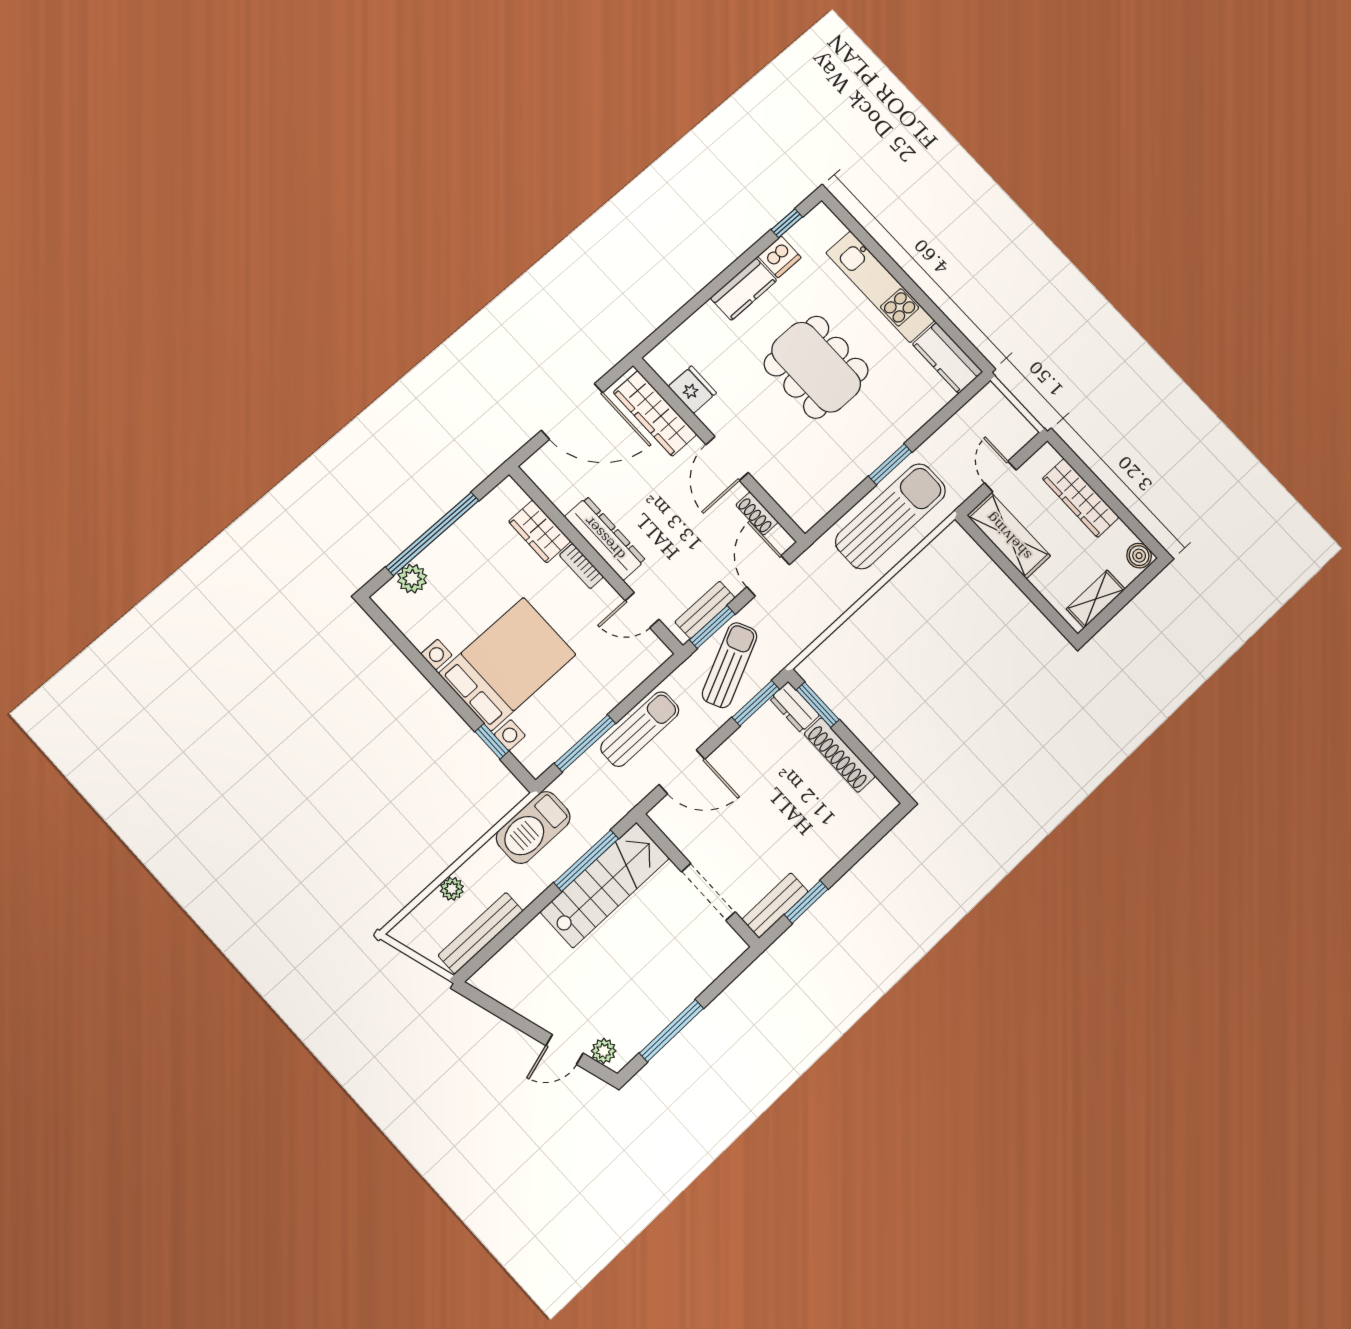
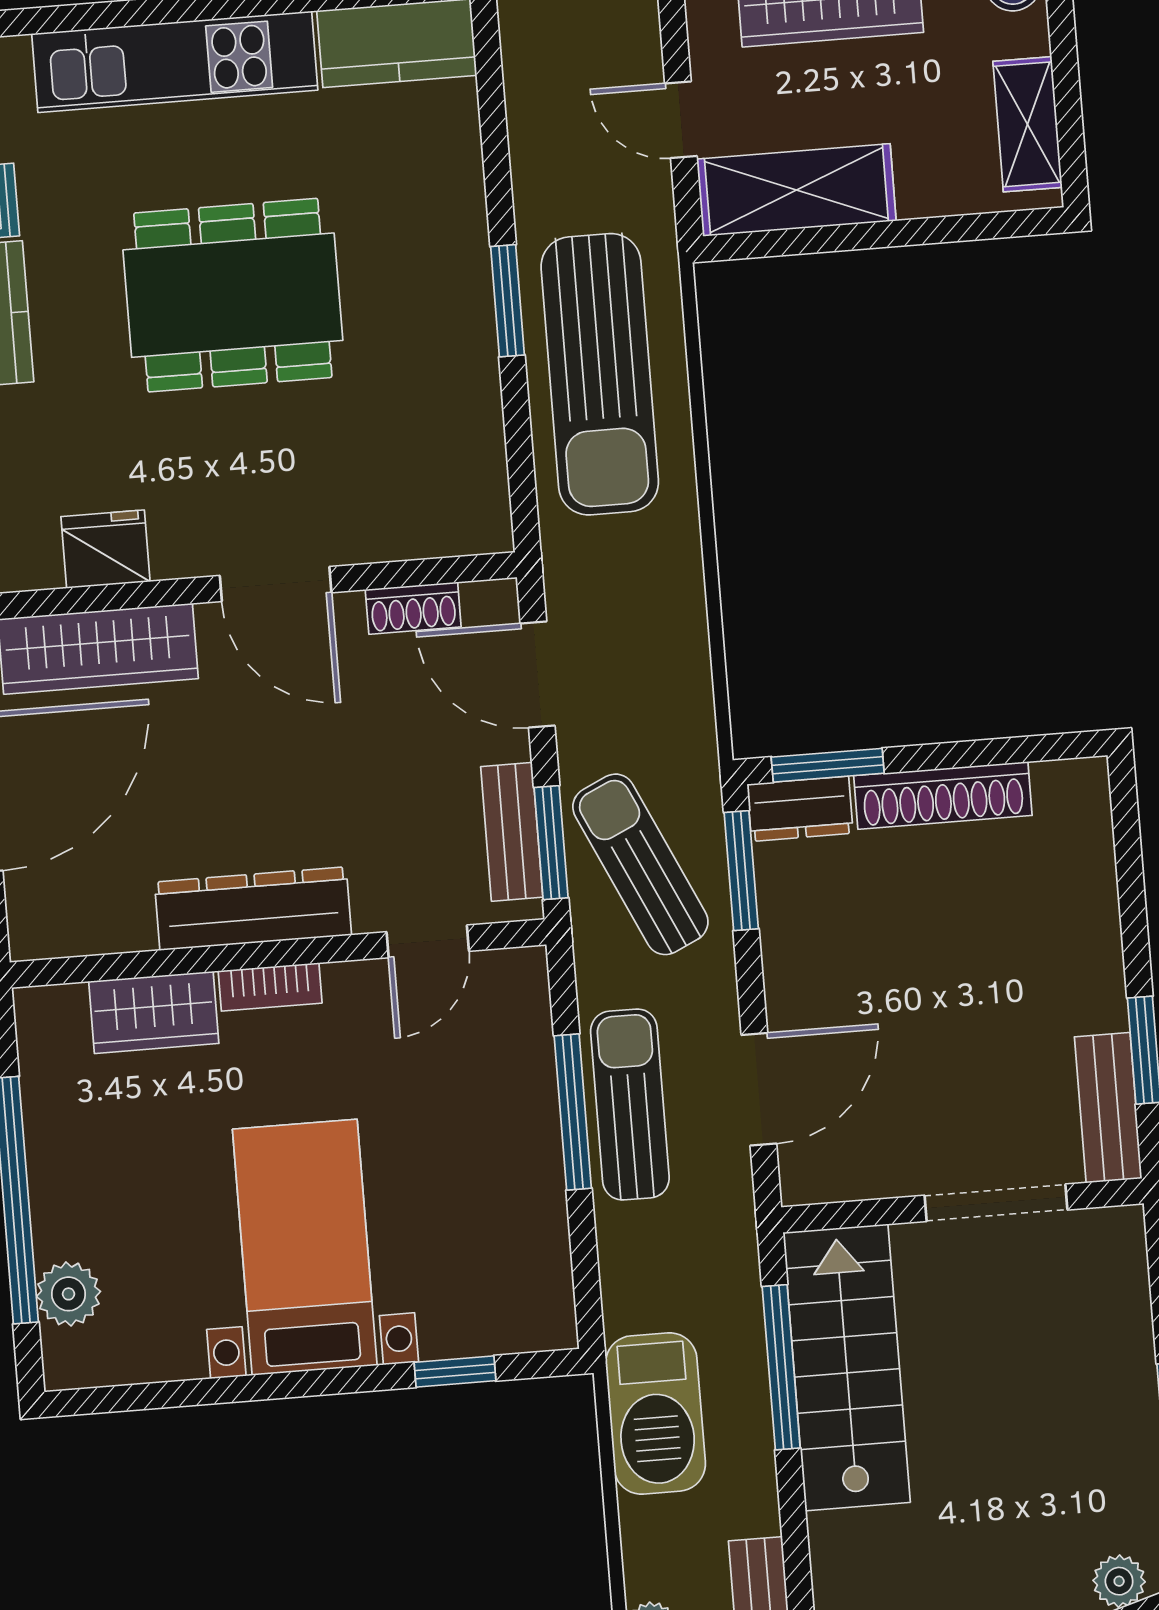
sun lounger: (891, 516) -> (600, 374), turned 180
bed with nightstands: (507, 664) -> (305, 1247), width x0.73
window: (585, 743) -> (573, 1112), moved

